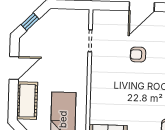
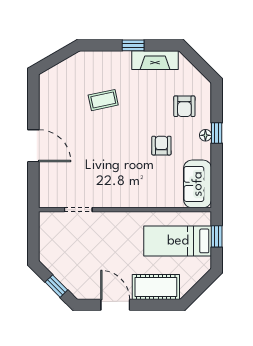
armchair: (138, 55) -> (161, 146), moved, turned 180

